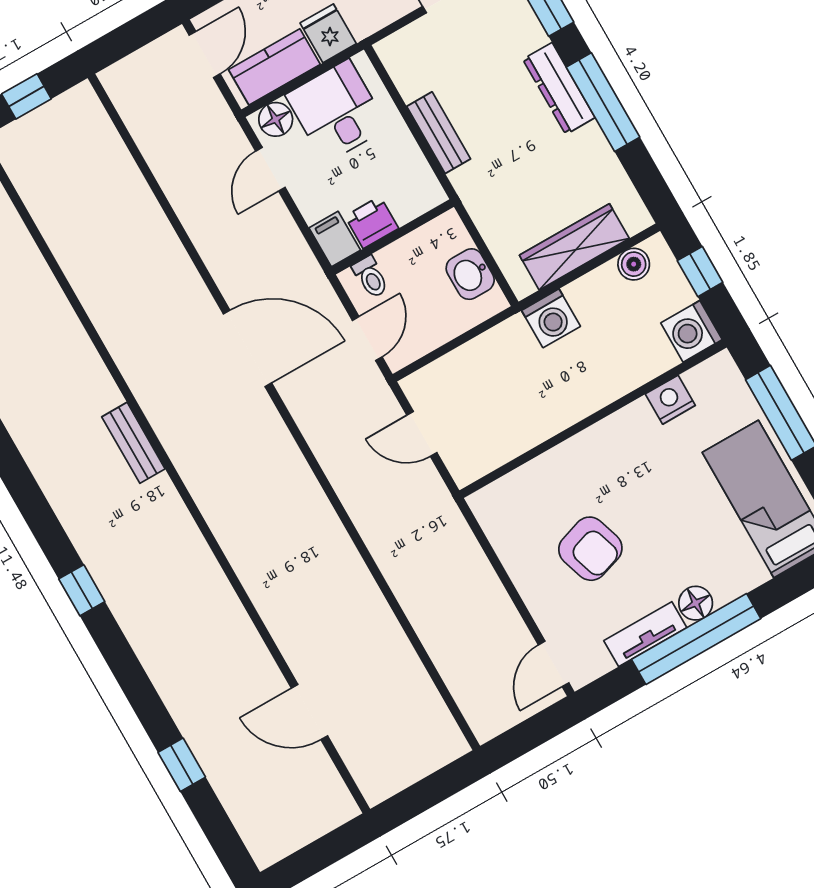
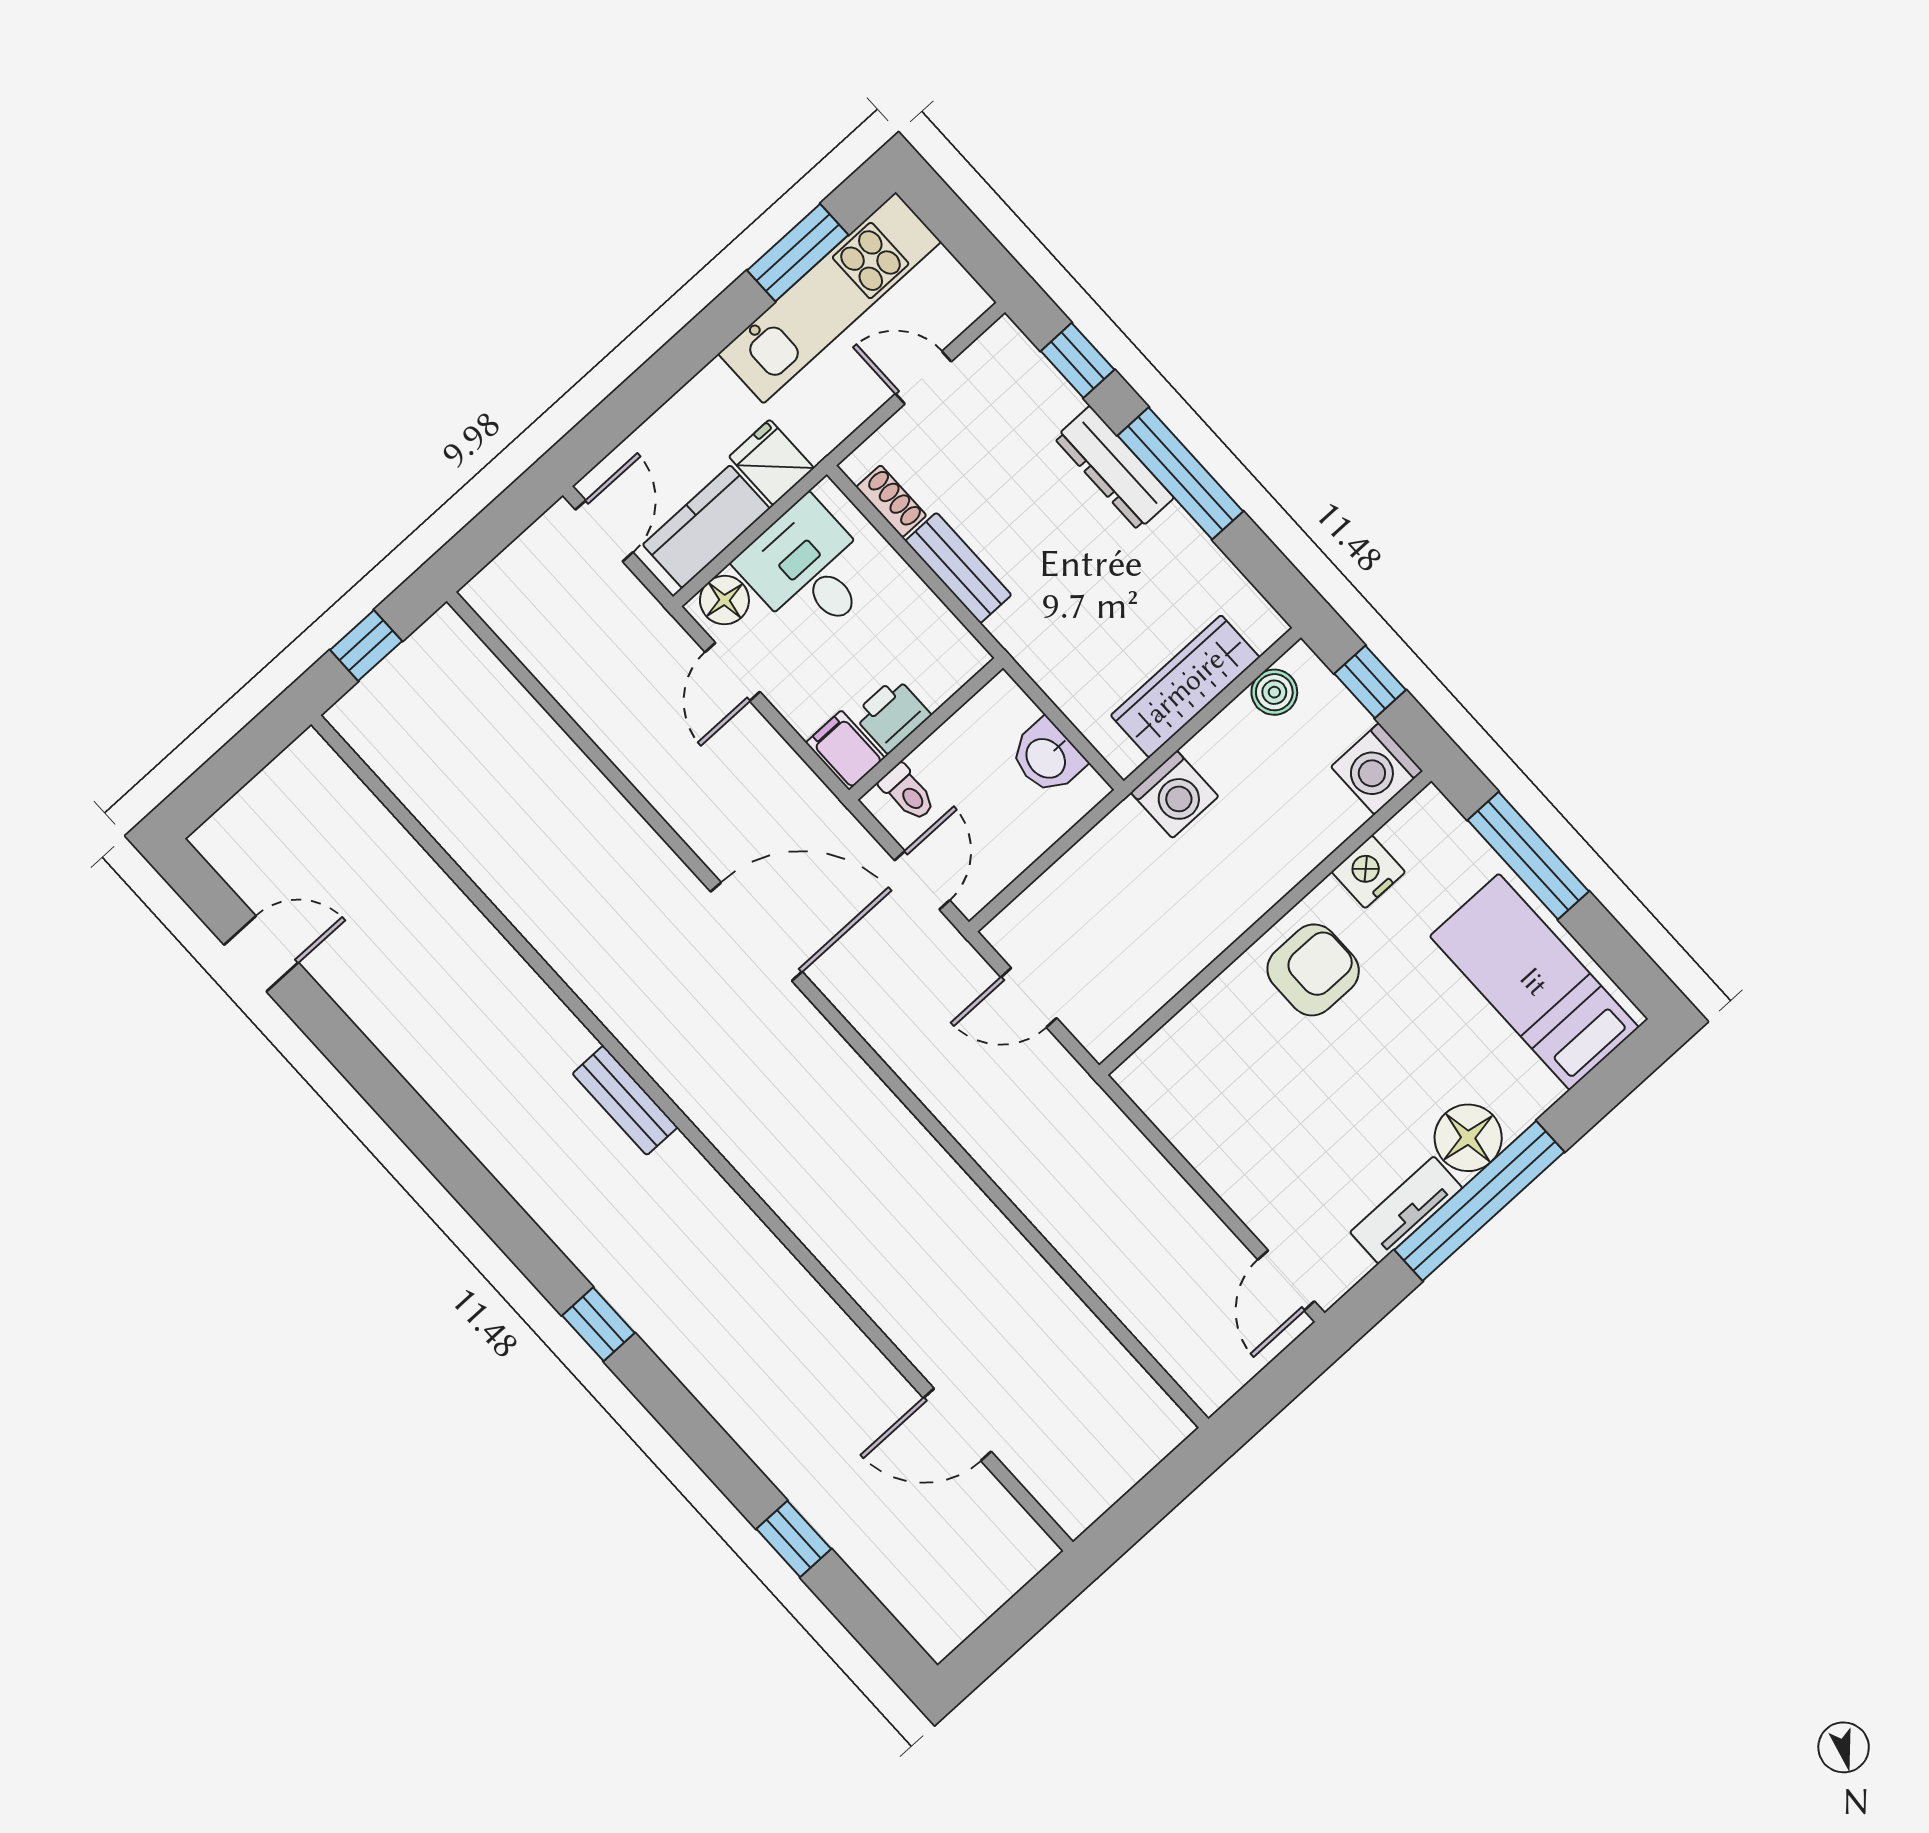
shoe rack: (403, 78) -> (891, 501), added
armchair: (590, 549) -> (1313, 970), moved, turned -72
floor lamp: (696, 603) -> (1468, 1138), width x1.38, depth x1.38

